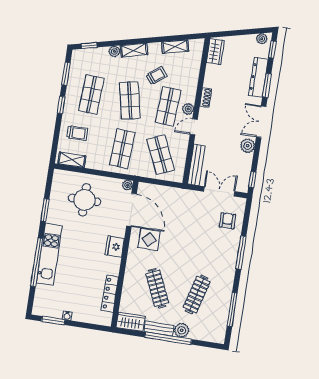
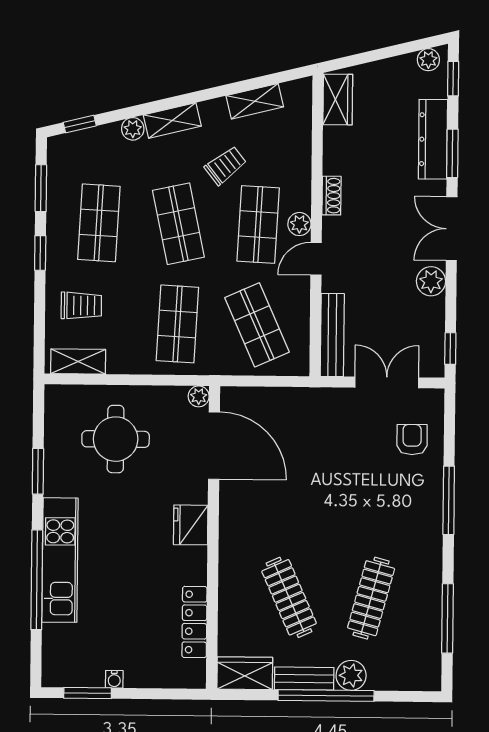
display table: (149, 240) -> (258, 501), removed

